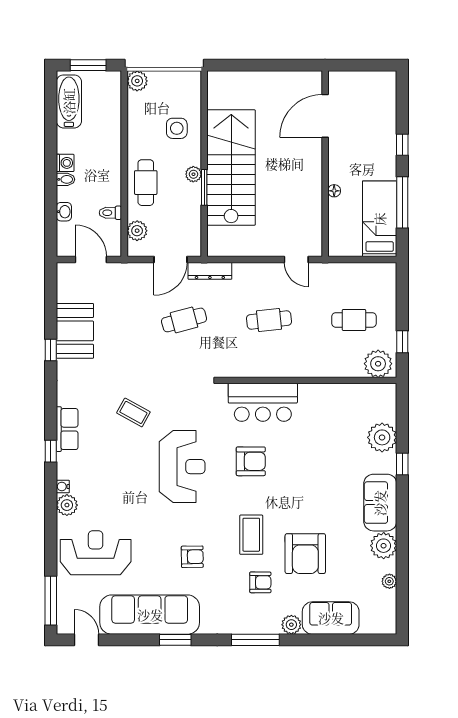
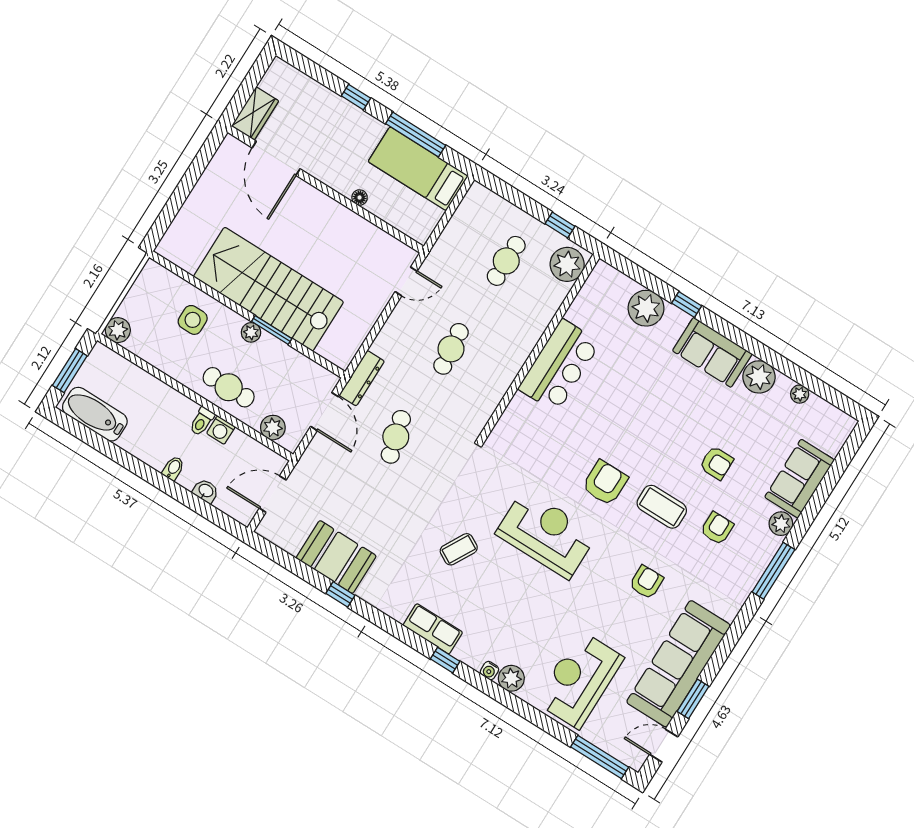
wardrobe: (347, 82) -> (255, 114), added
washing machine: (65, 163) -> (221, 430), moved, turned 180
toilet: (110, 213) -> (202, 421), moved
bar counter: (263, 402) -> (559, 366), moved
armchair: (251, 461) -> (605, 483), moved
armchair: (305, 554) -> (716, 463), width x0.53, depth x0.53
window: (175, 640) -> (693, 699), moved

